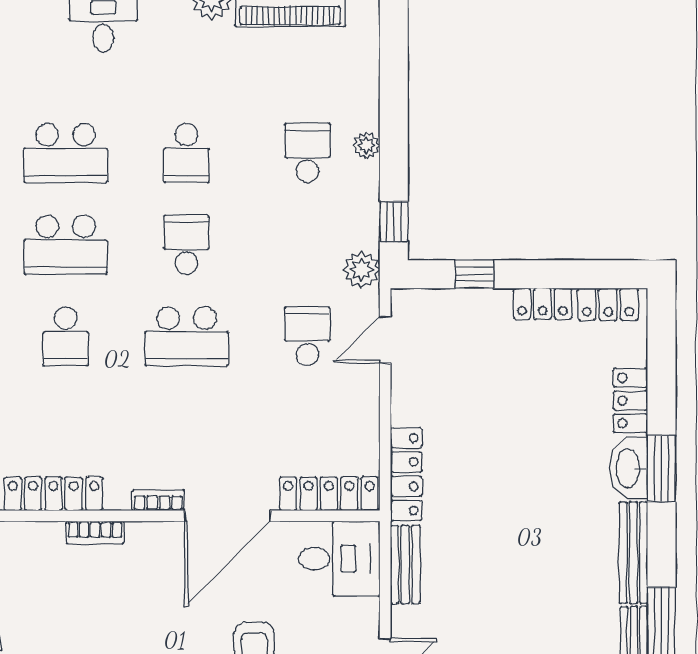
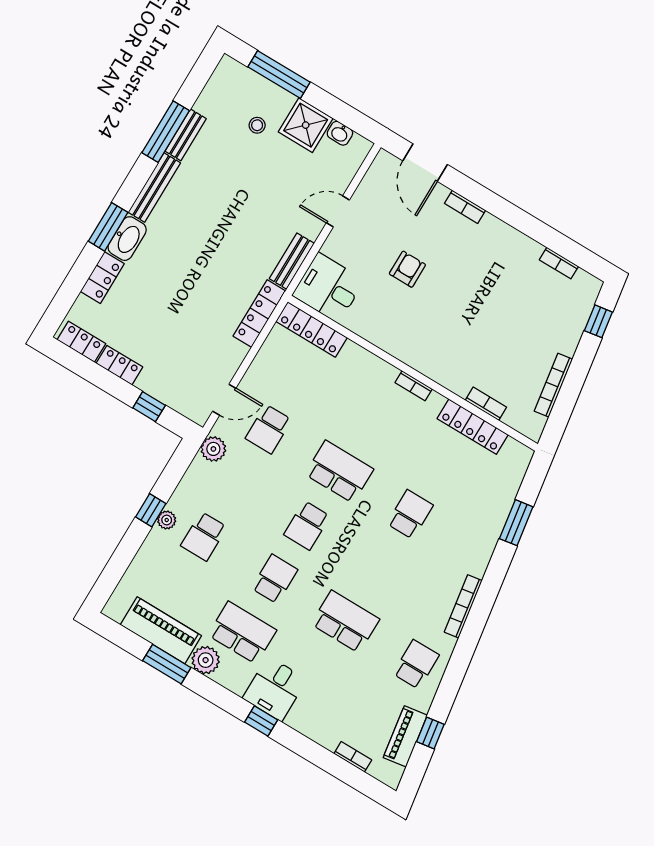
window: (394, 221) -> (151, 510), moved
school desk: (66, 245) -> (242, 633), moved
door: (227, 516) -> (379, 352), removed
bookcase: (95, 532) -> (486, 404), moved

